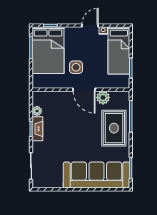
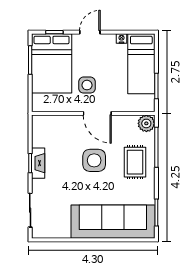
door: (90, 25) -> (90, 32), moved
plant: (103, 98) -> (146, 123), moved
plant: (37, 111) -> (38, 140), removed
side table: (82, 127) -> (94, 160), added
rug: (114, 128) -> (135, 162), width x0.73, depth x0.70

